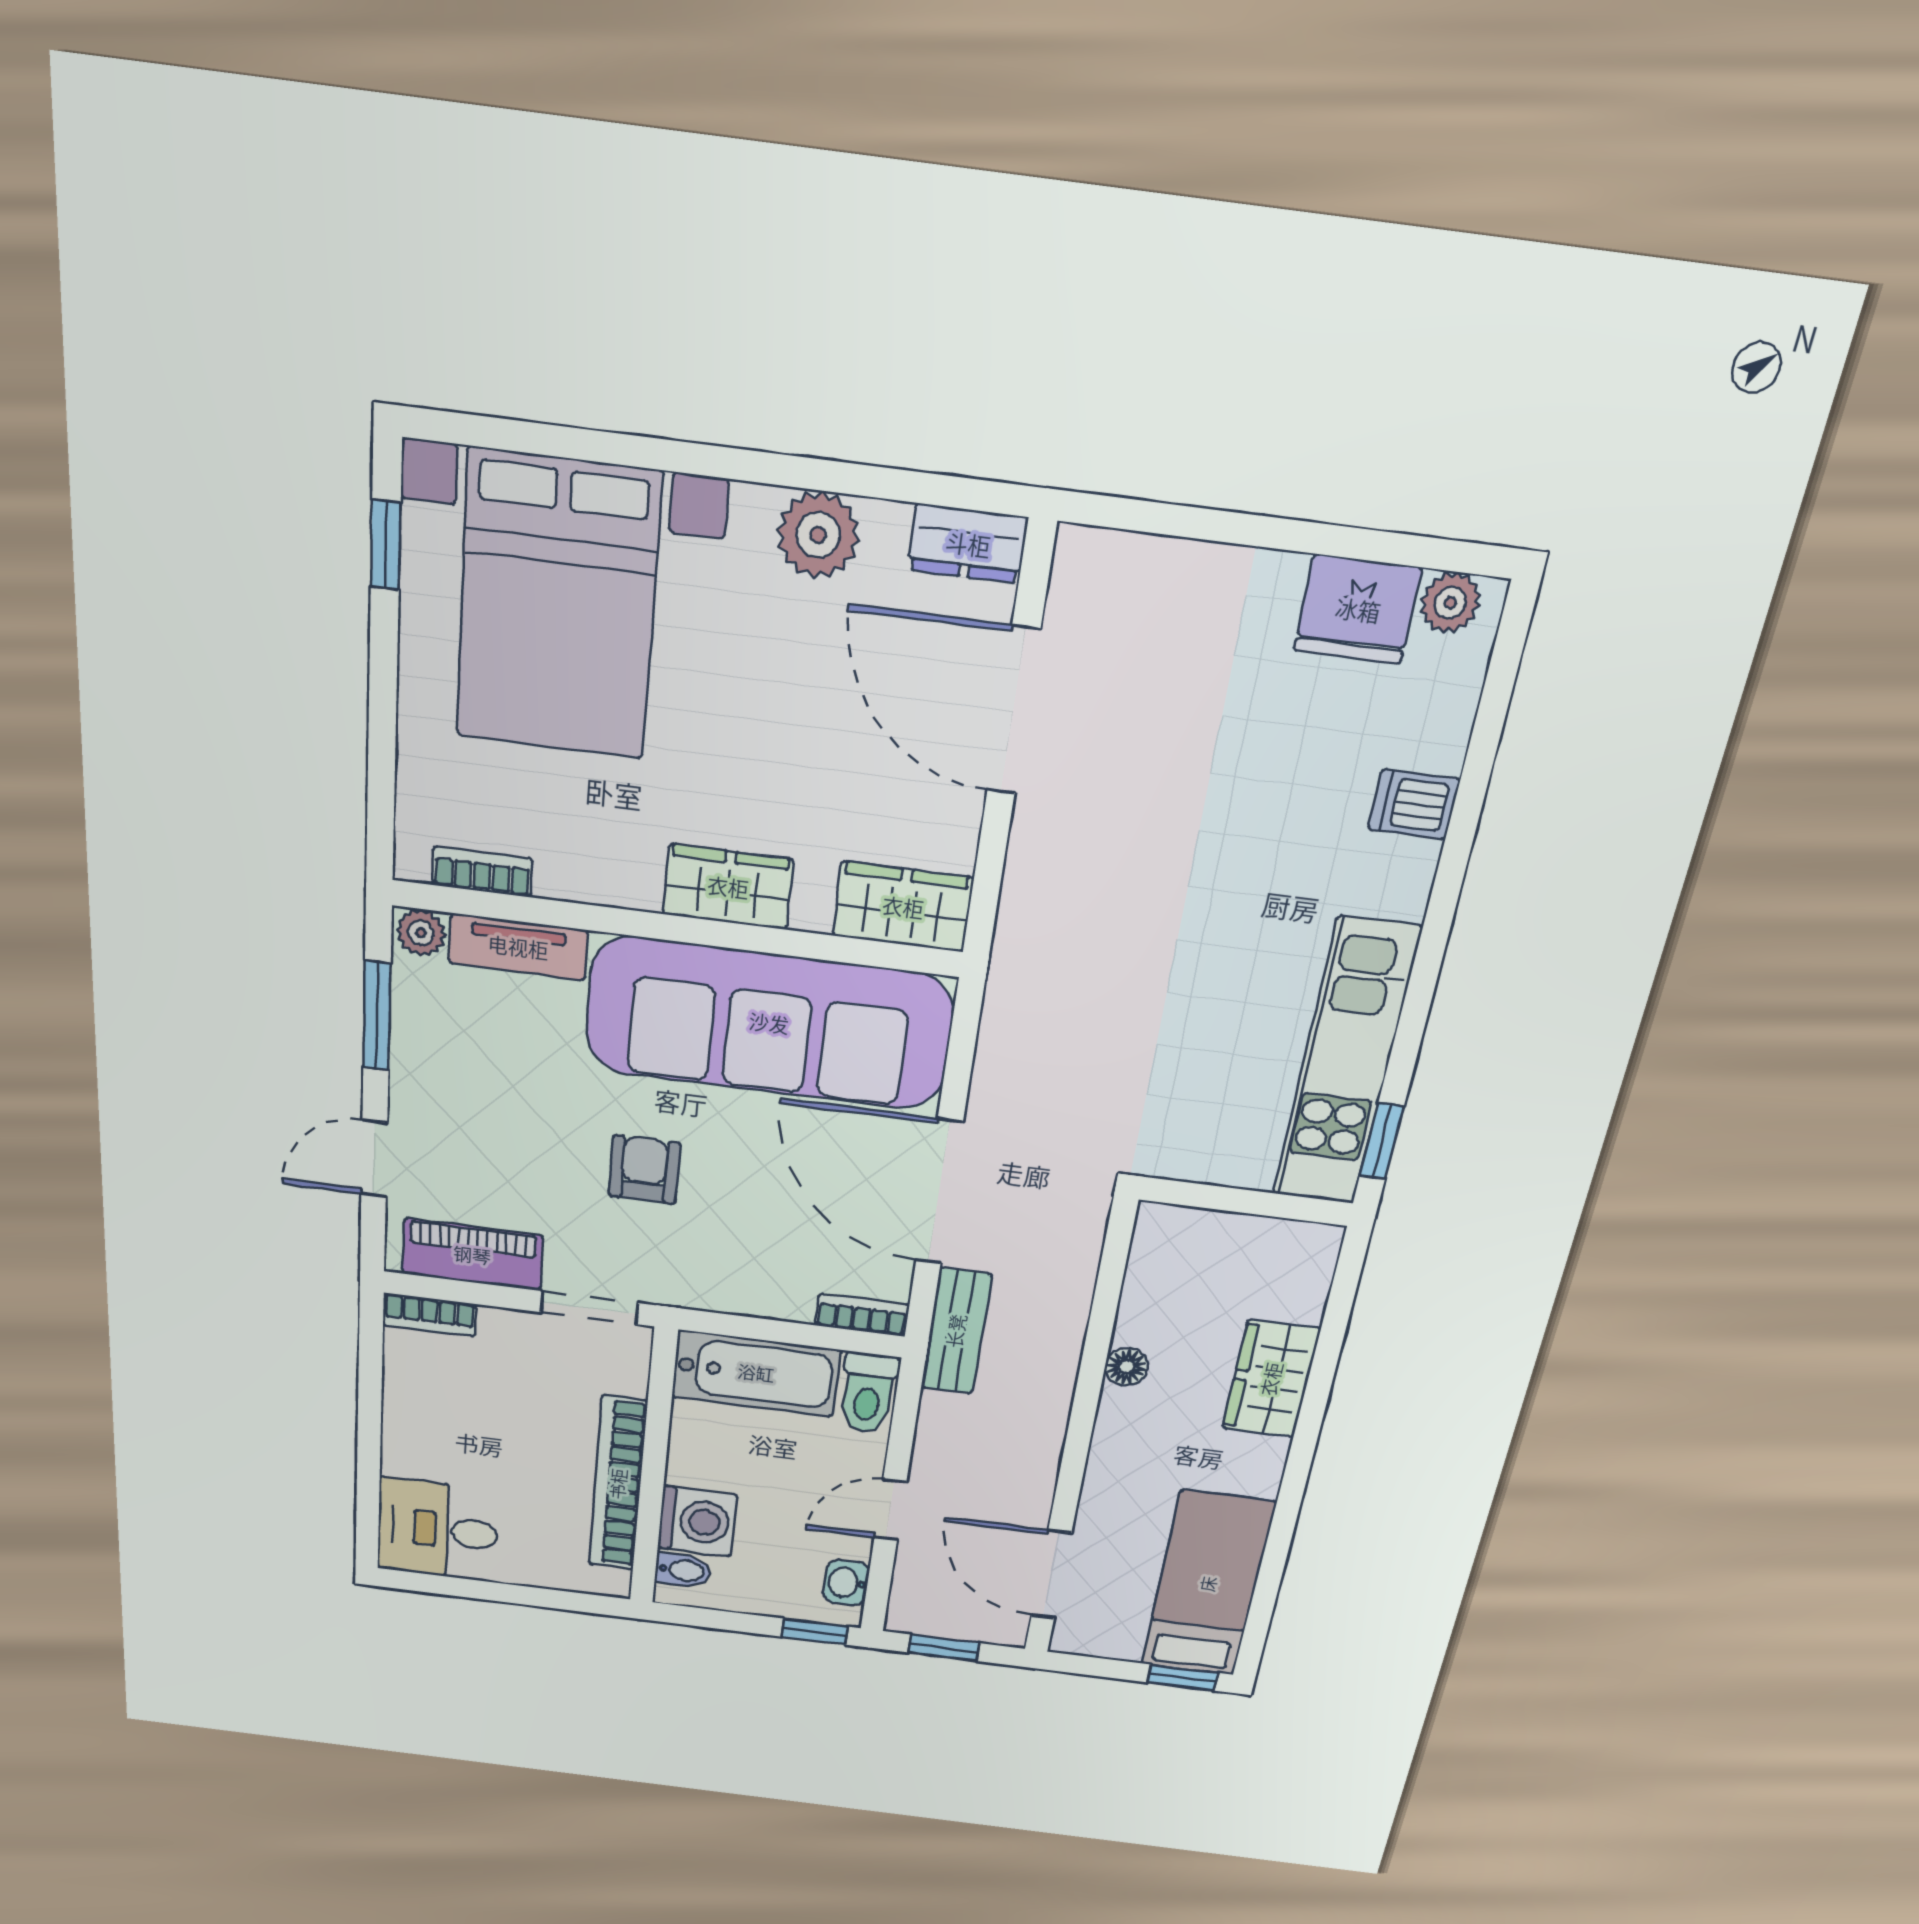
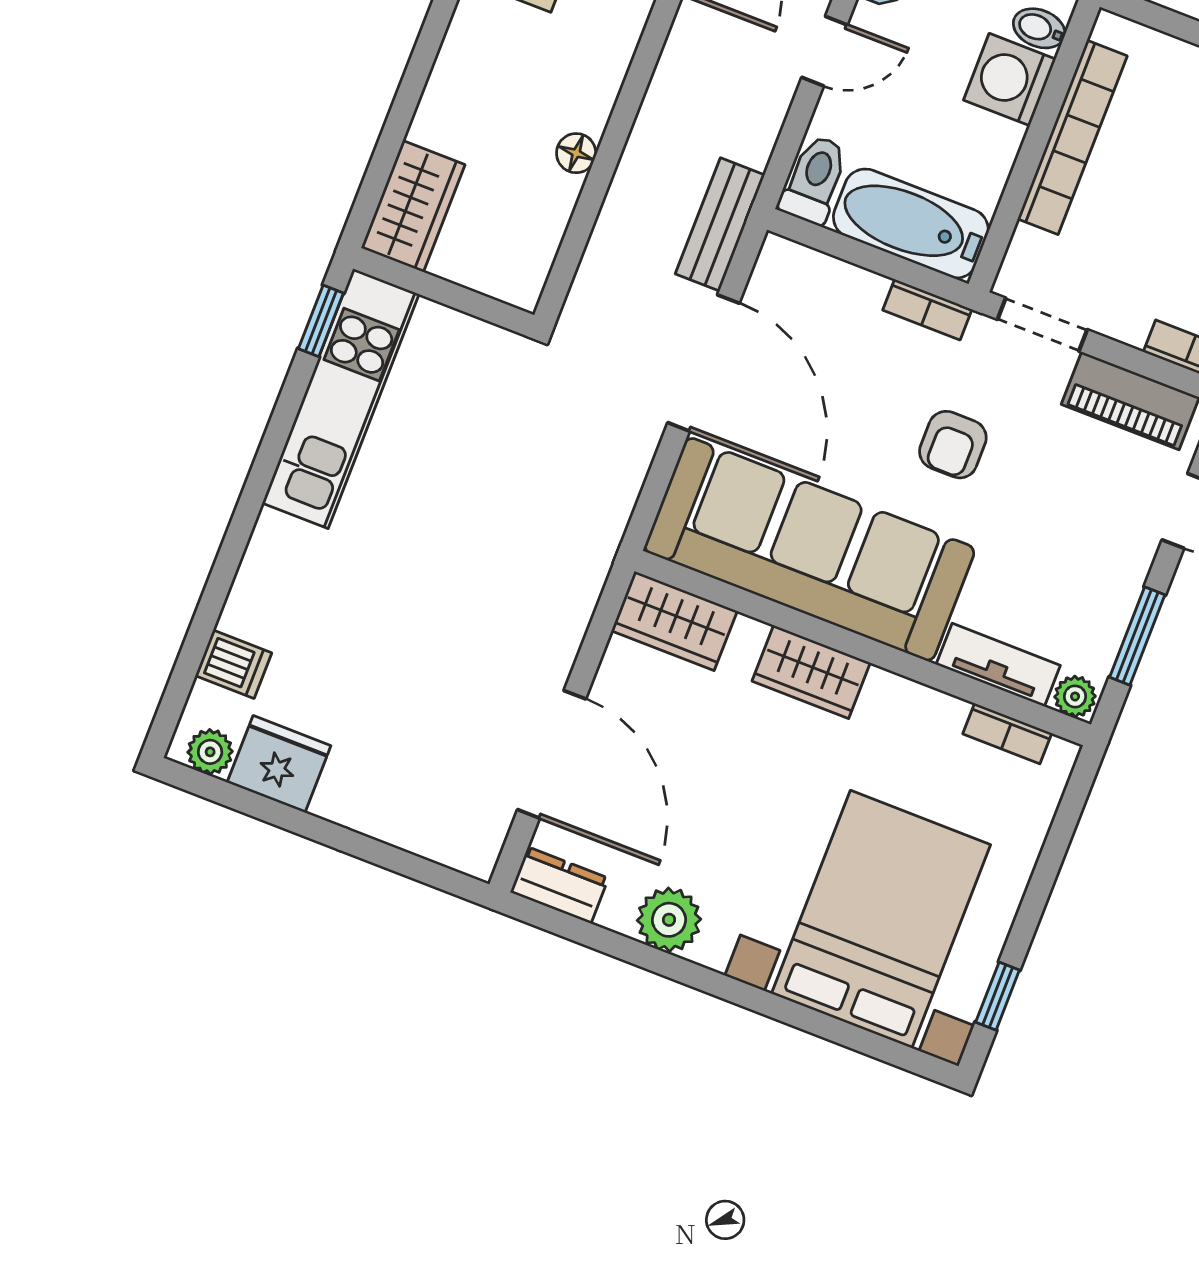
dishwasher: (1414, 804) -> (233, 664), moved
bookcase: (862, 1315) -> (927, 310), moved
wardrobe: (1271, 1379) -> (413, 206), moved

